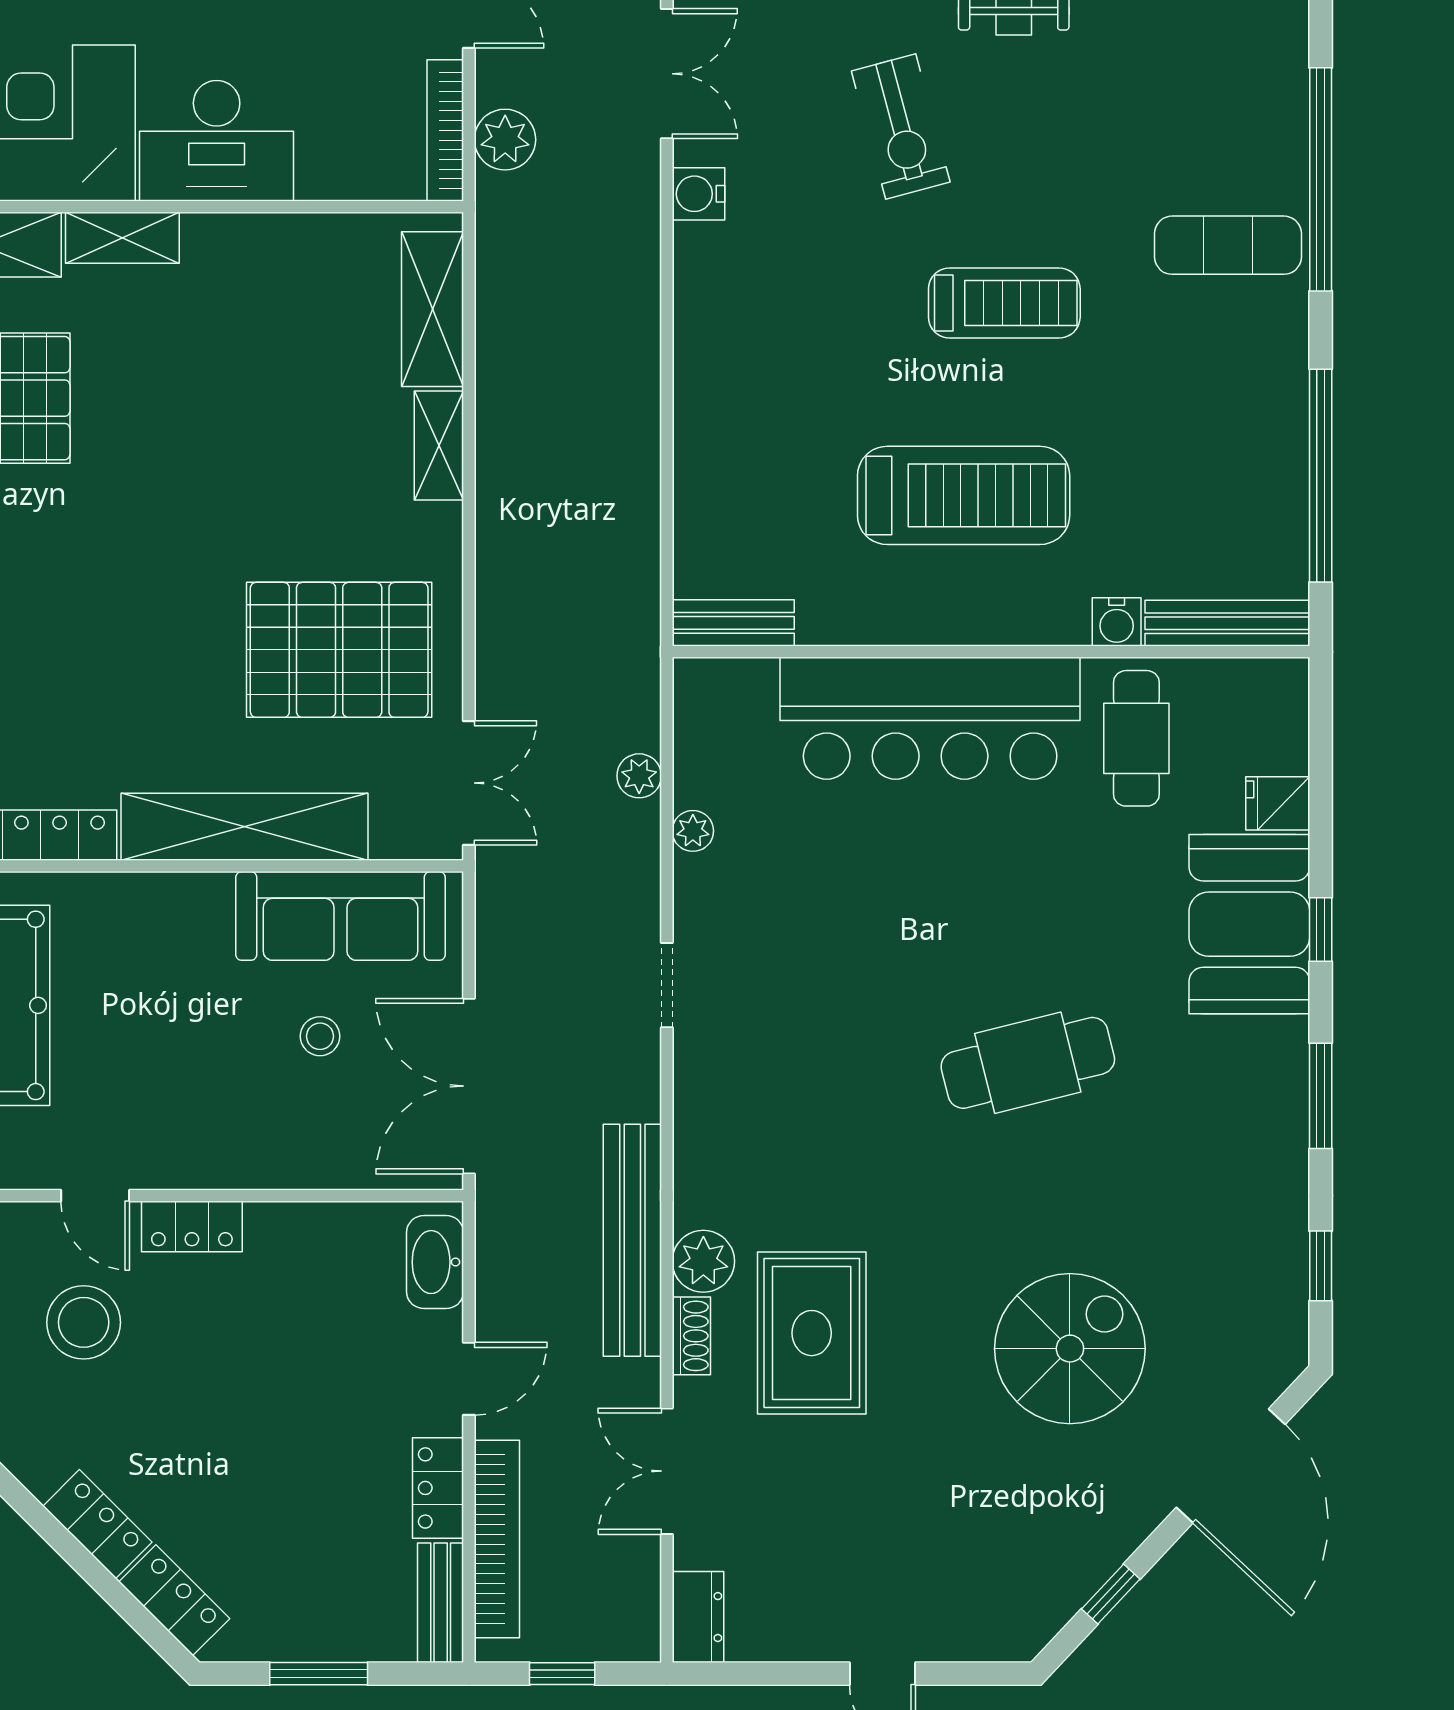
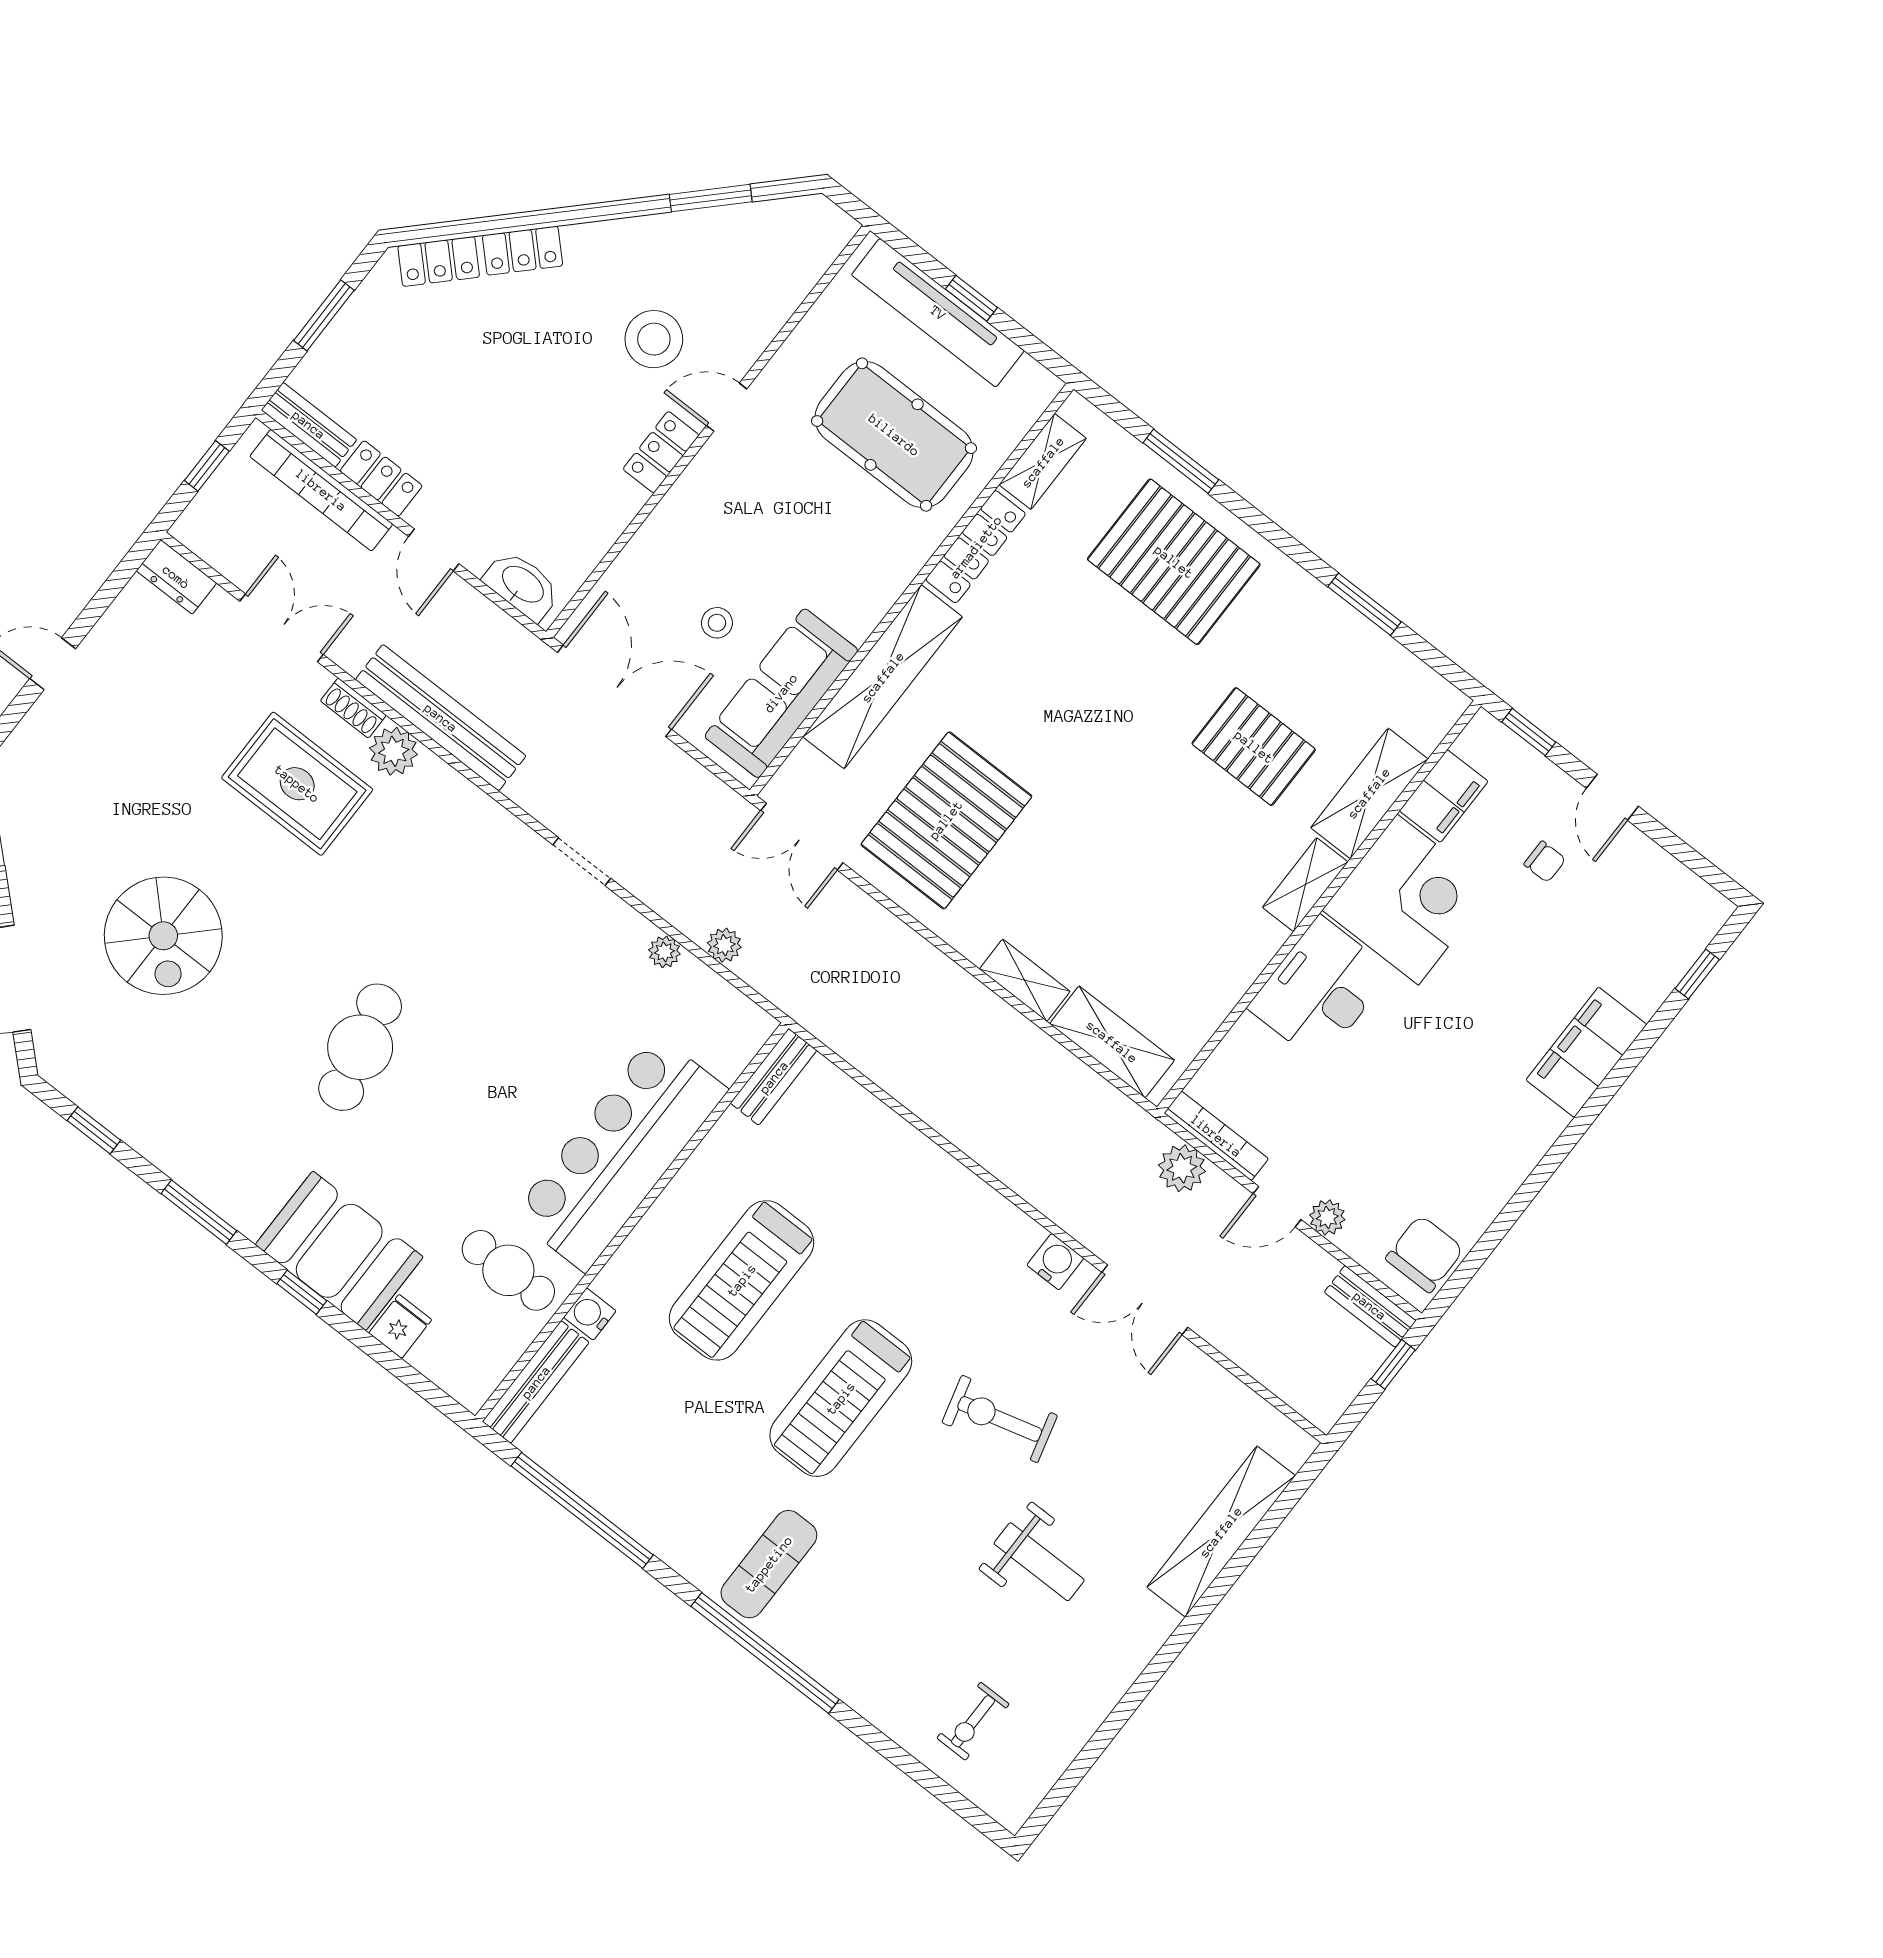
treadmill: (1004, 303) -> (841, 1398), width x1.37, depth x1.38

